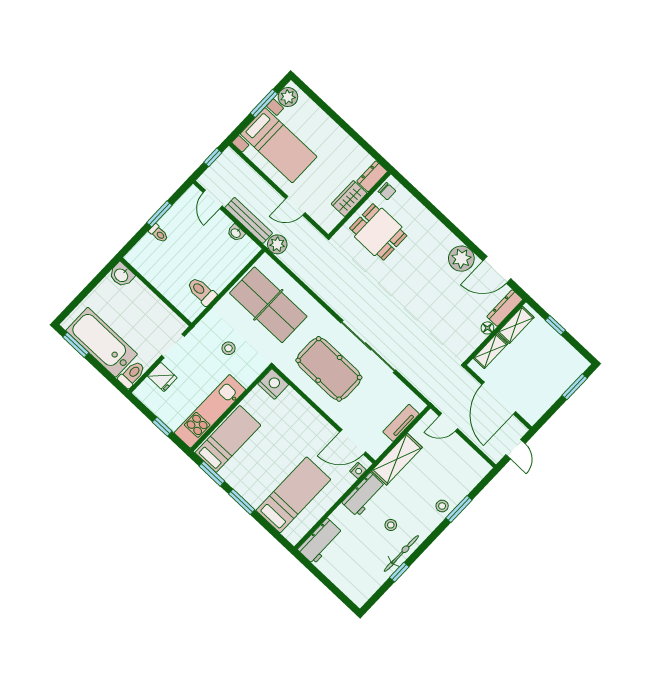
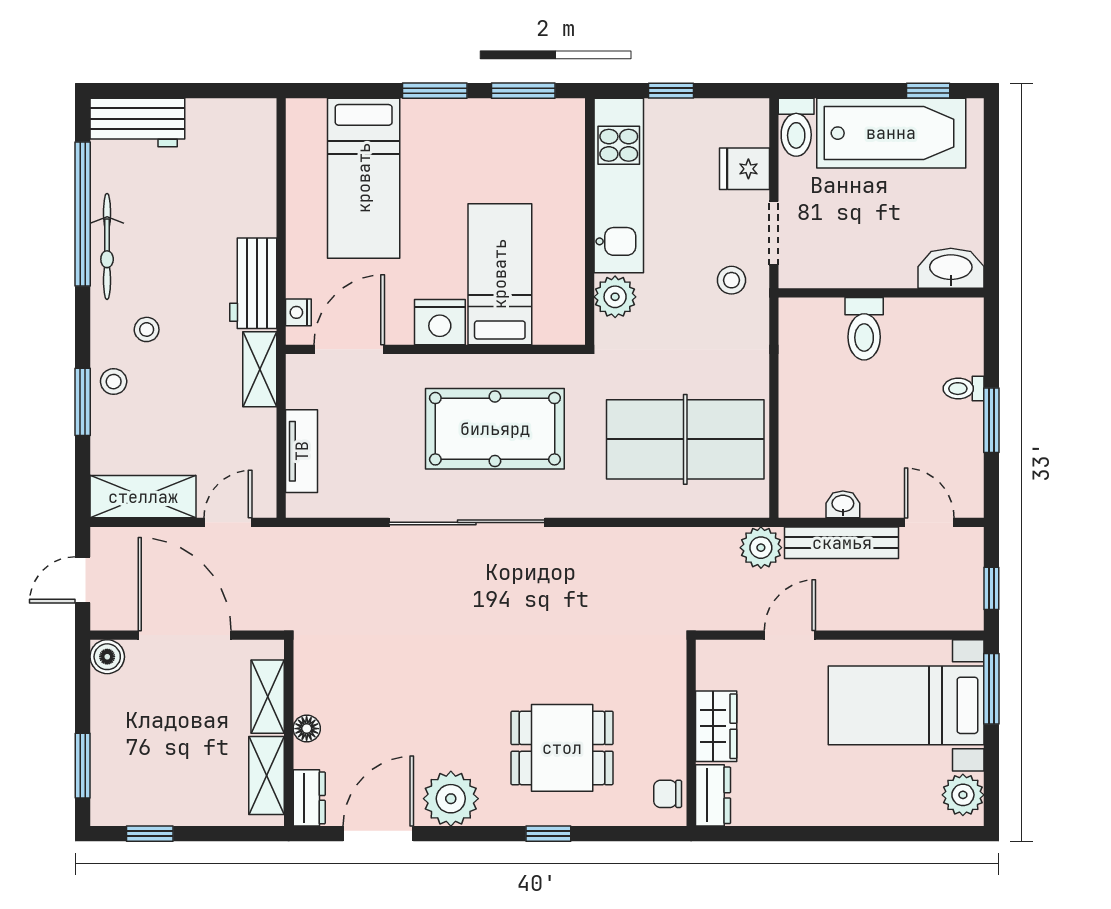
window: (264, 103) -> (991, 689), moved
window: (440, 216) -> (548, 834), added
dining table: (378, 232) -> (562, 748), moved
washbasin: (121, 275) -> (951, 268), width x1.38
toilet: (202, 291) -> (864, 329), moved, turned 90
dresser: (505, 308) -> (309, 798), width x0.70
window: (555, 325) -> (150, 834), moved
window: (76, 345) -> (928, 91), width x0.67
stool: (228, 348) -> (731, 280), moved
plant: (247, 375) -> (615, 297), added
nightstand: (273, 384) -> (440, 322), moved
boiler: (532, 416) -> (107, 657), added
bed: (228, 439) -> (500, 274), moved, turned 180
door: (516, 449) -> (83, 580), hinge flipped
shelving: (469, 458) -> (143, 497), added
shelving: (397, 459) -> (260, 369), width x0.67, depth x0.75
stool: (391, 525) -> (147, 329), moved
workbench: (320, 541) -> (137, 122), moved, turned -90
window: (399, 572) -> (83, 214), width x3.17

